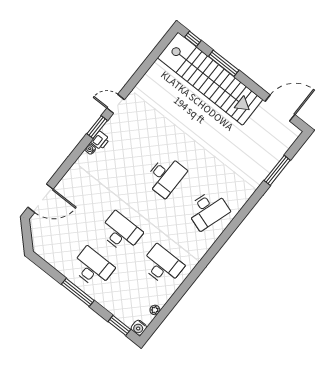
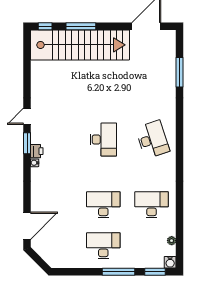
desk: (208, 210) -> (152, 139), turned -36
window: (78, 292) -> (119, 272), moved

